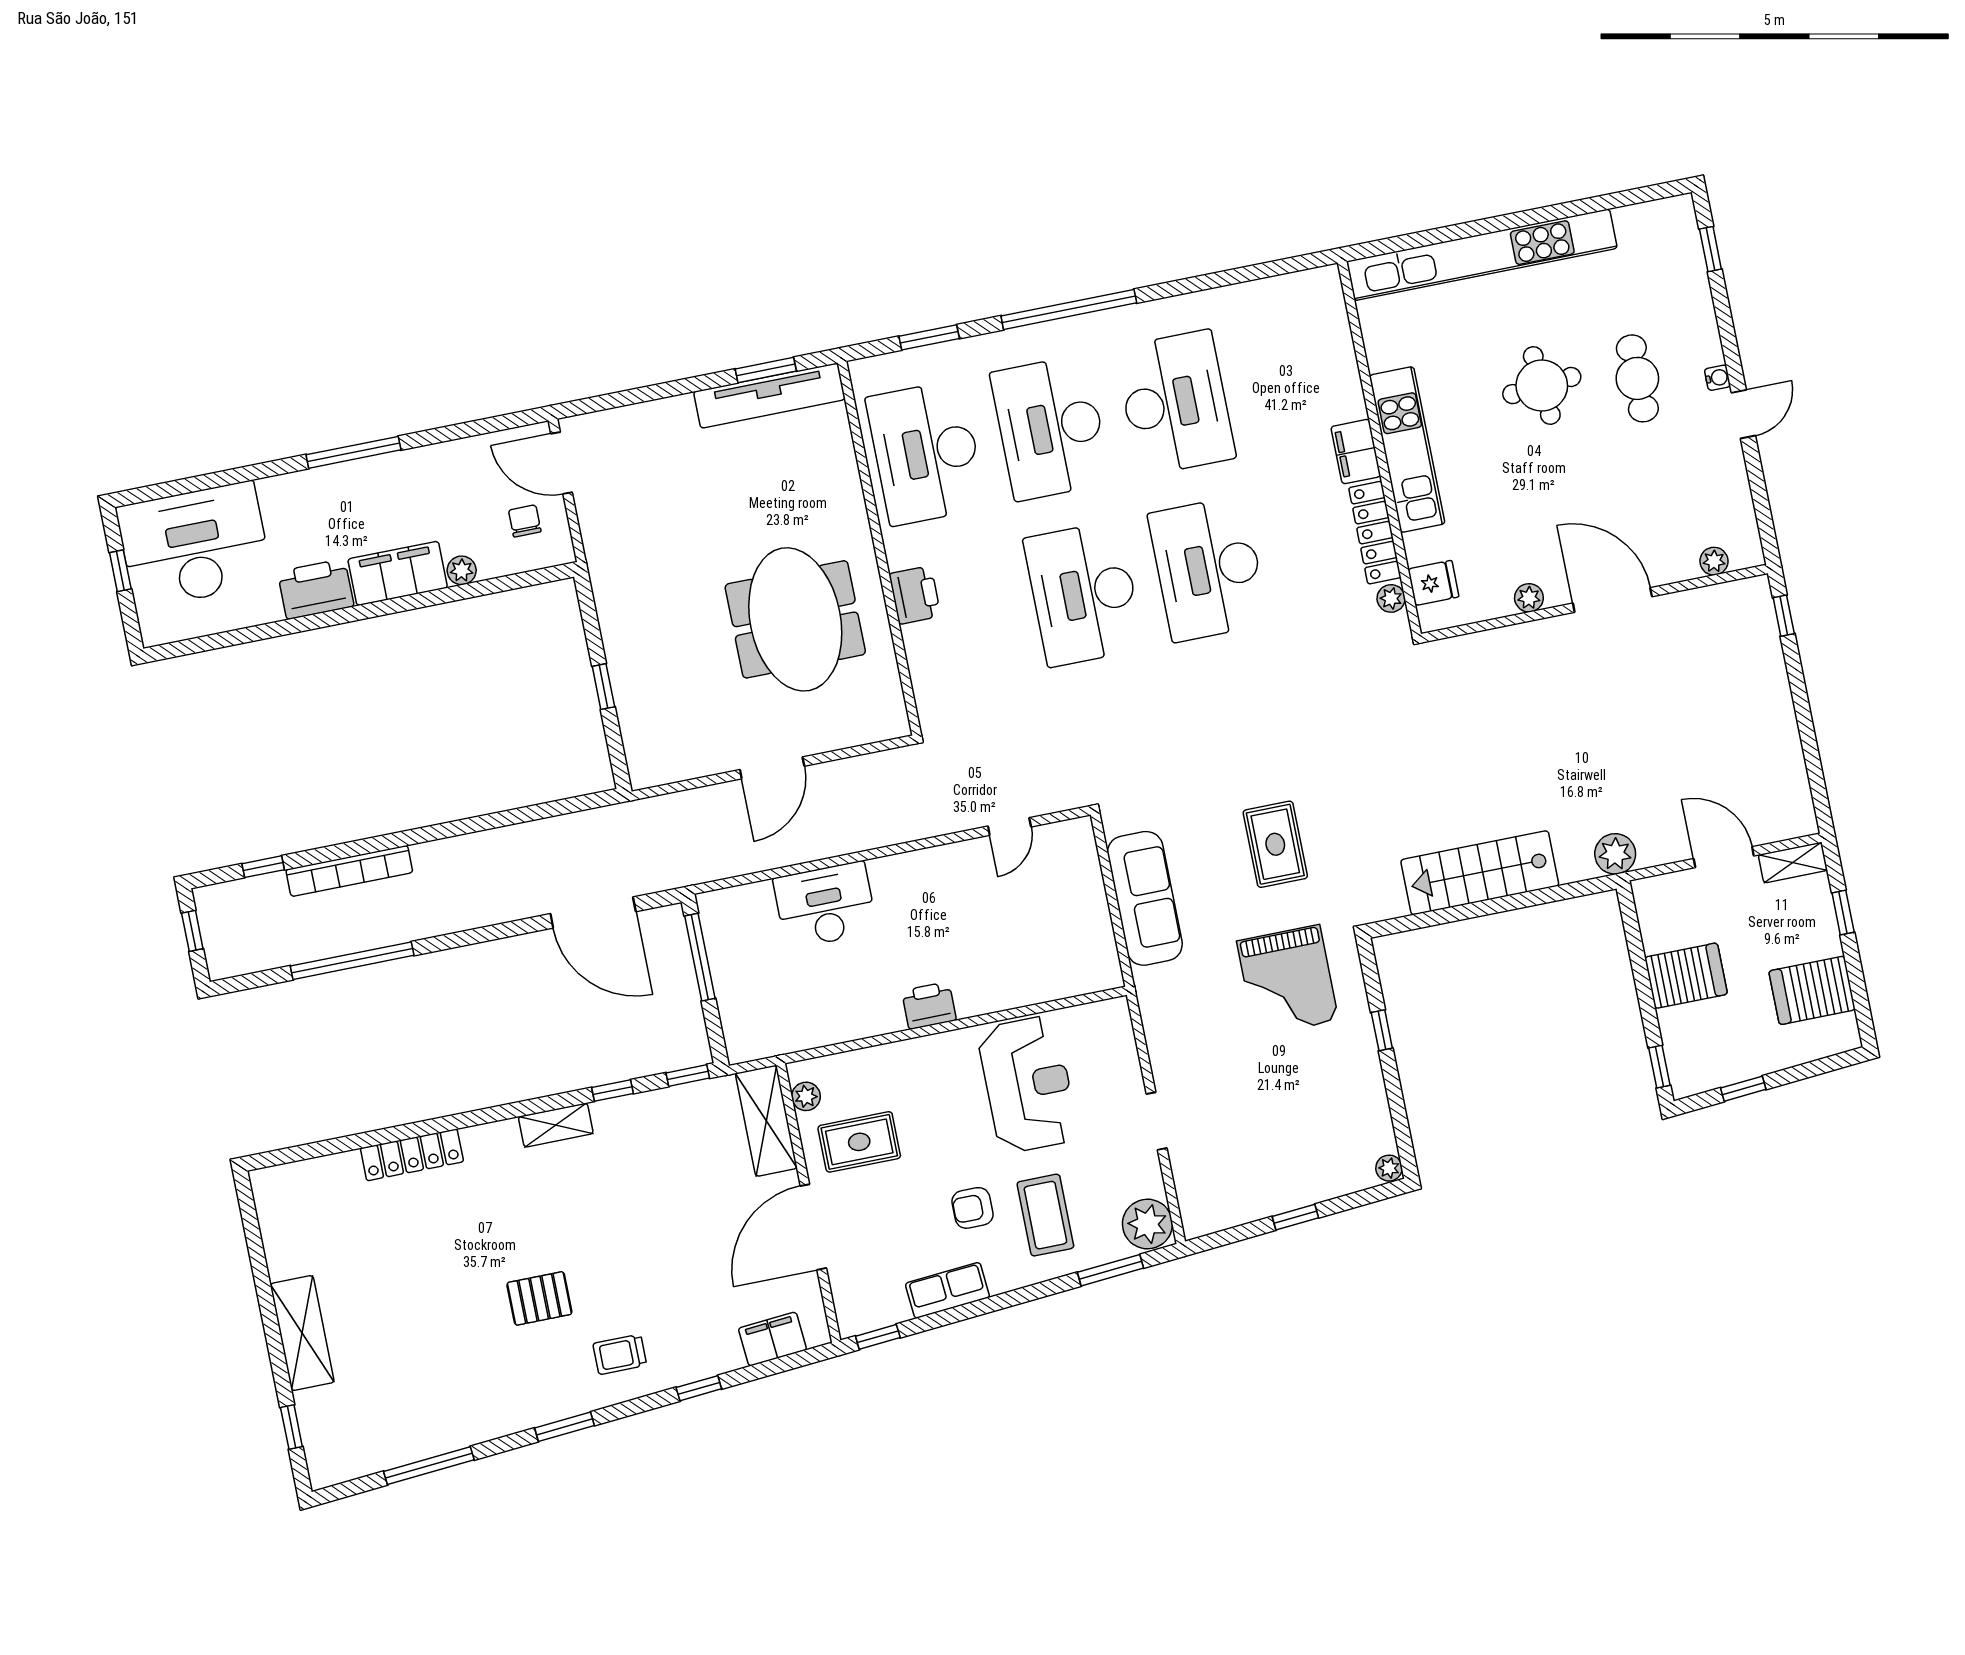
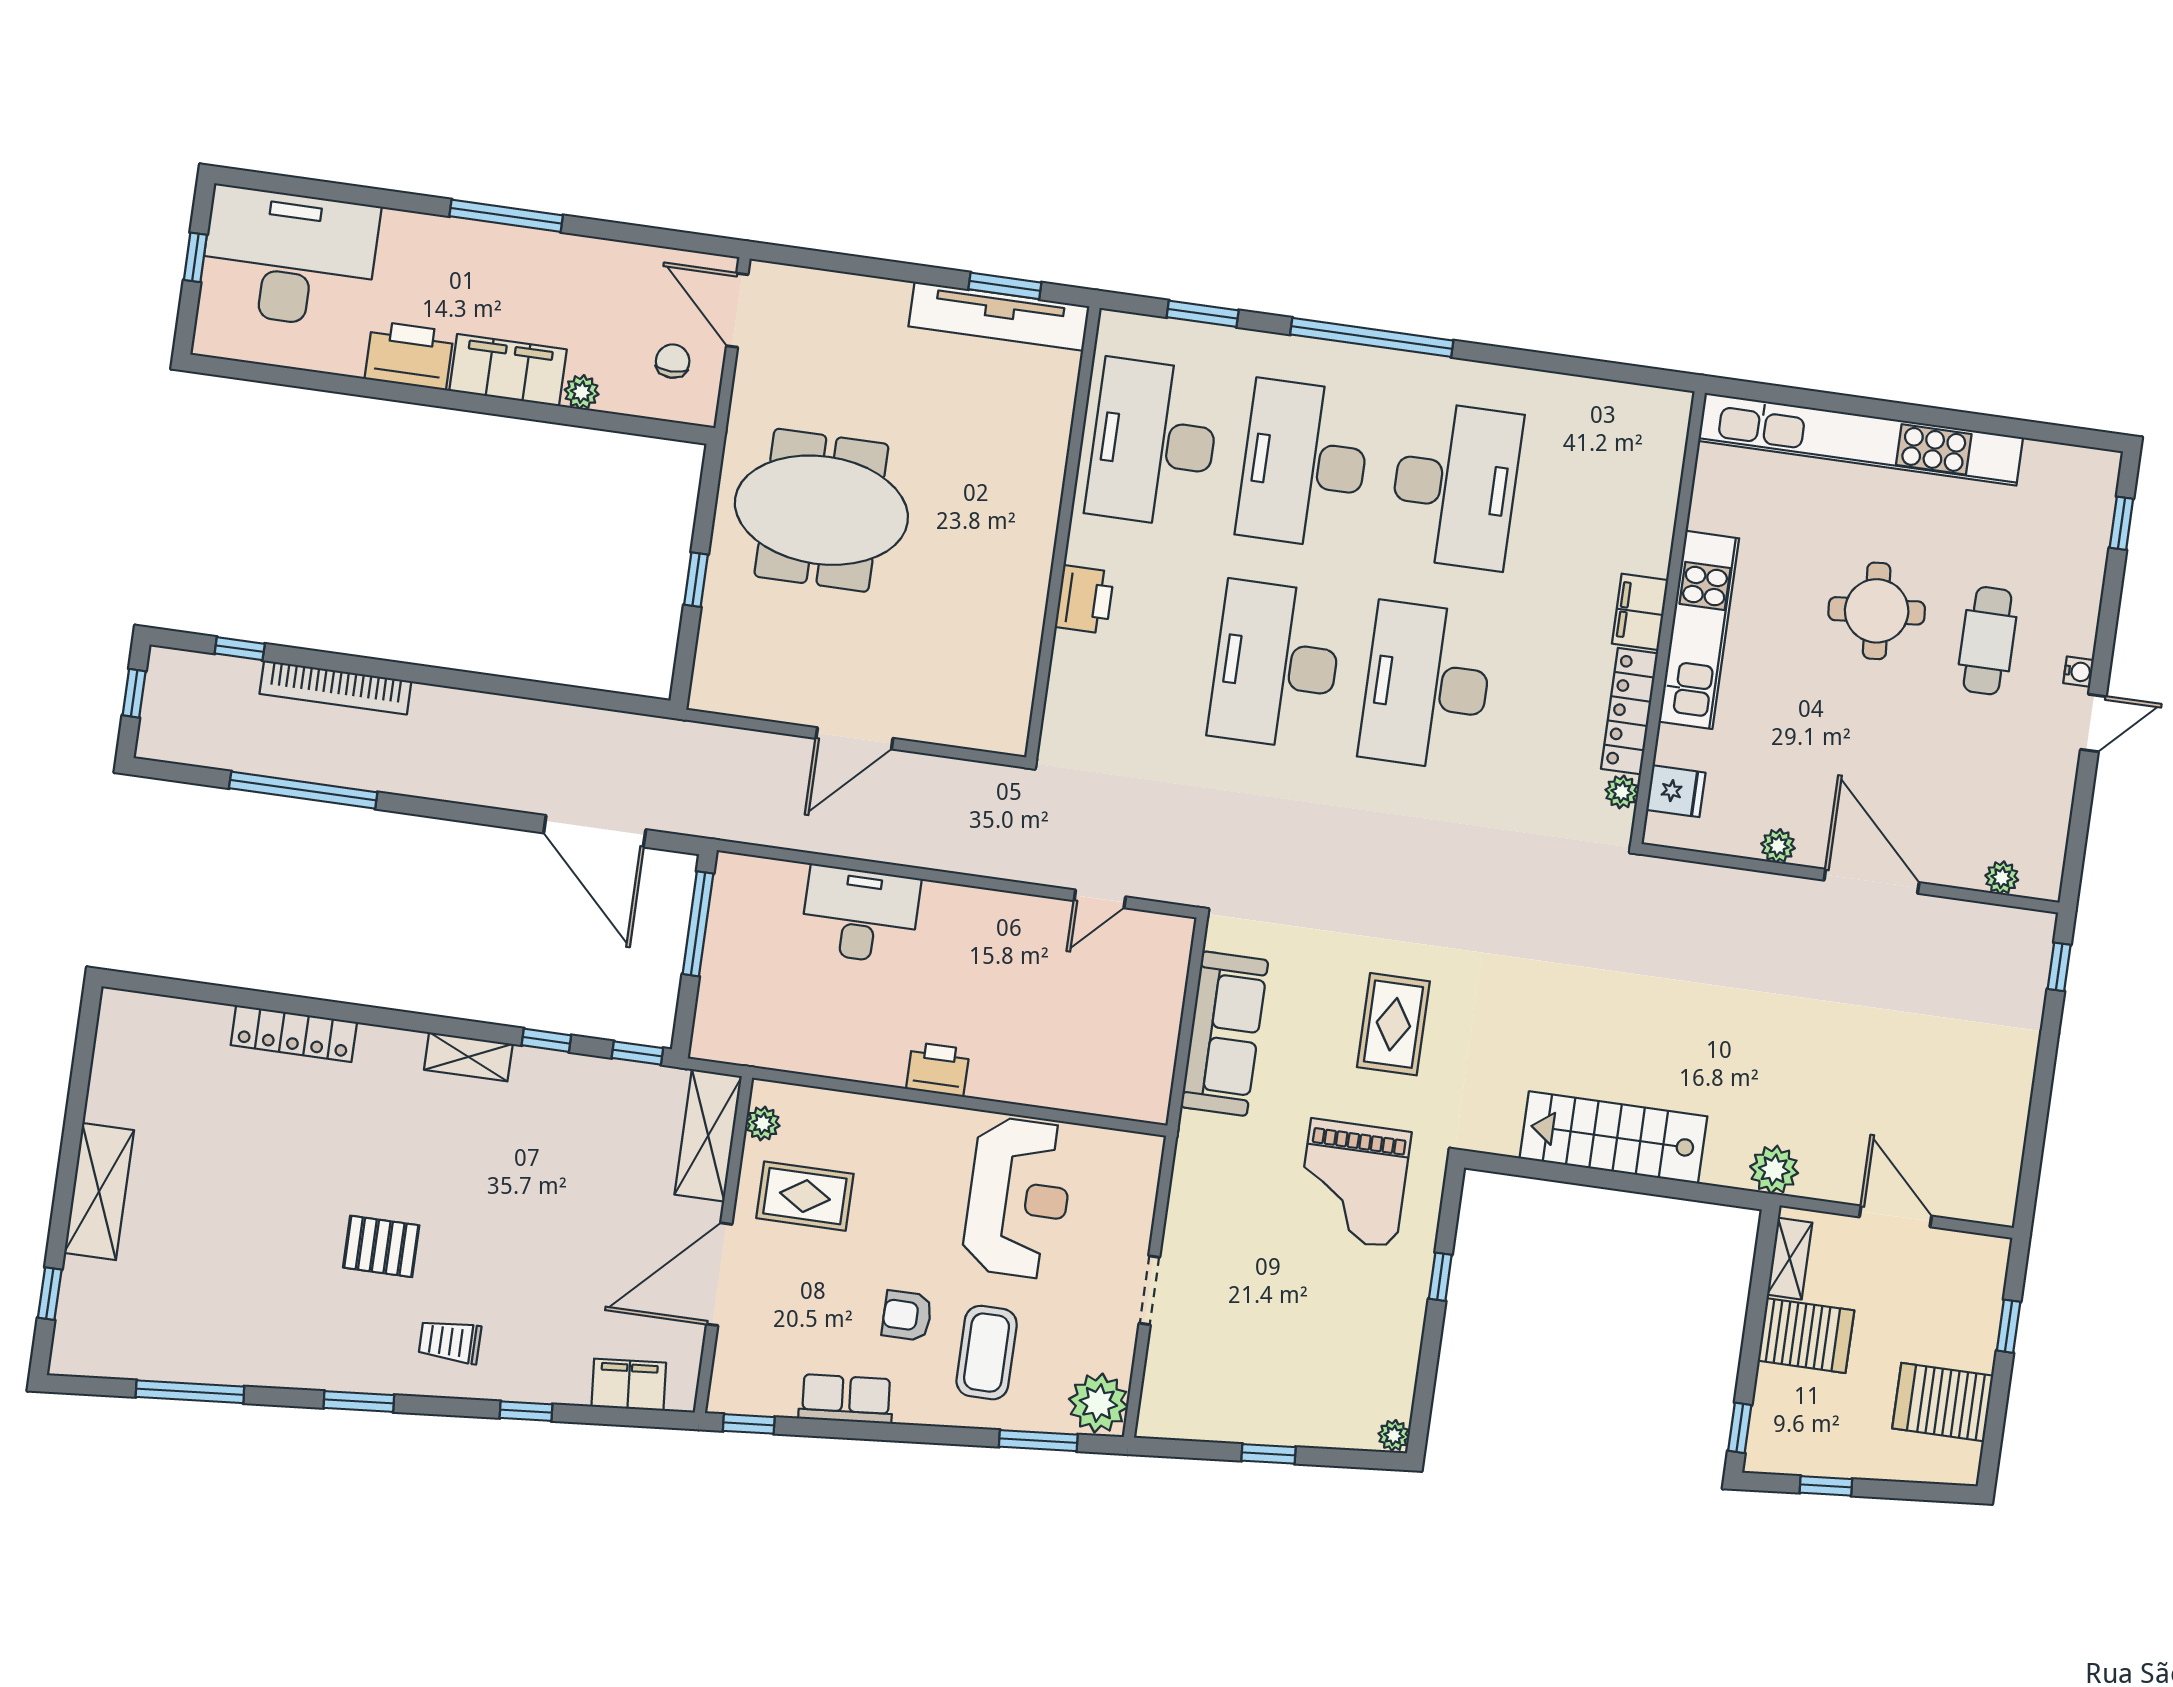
meeting table: (795, 619) -> (821, 510), moved, turned 90
shelving: (1793, 863) -> (1790, 1259), moved, turned 90

